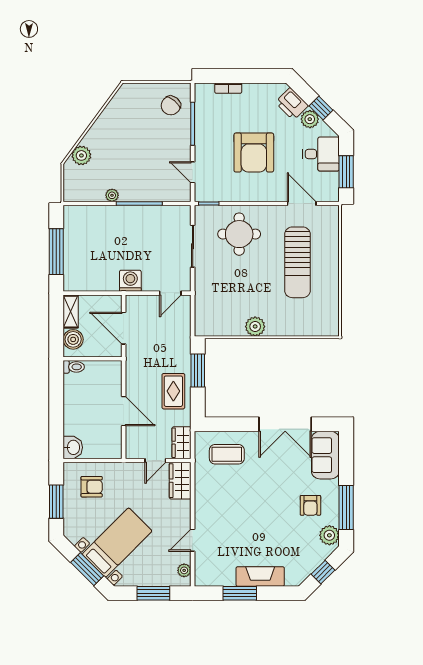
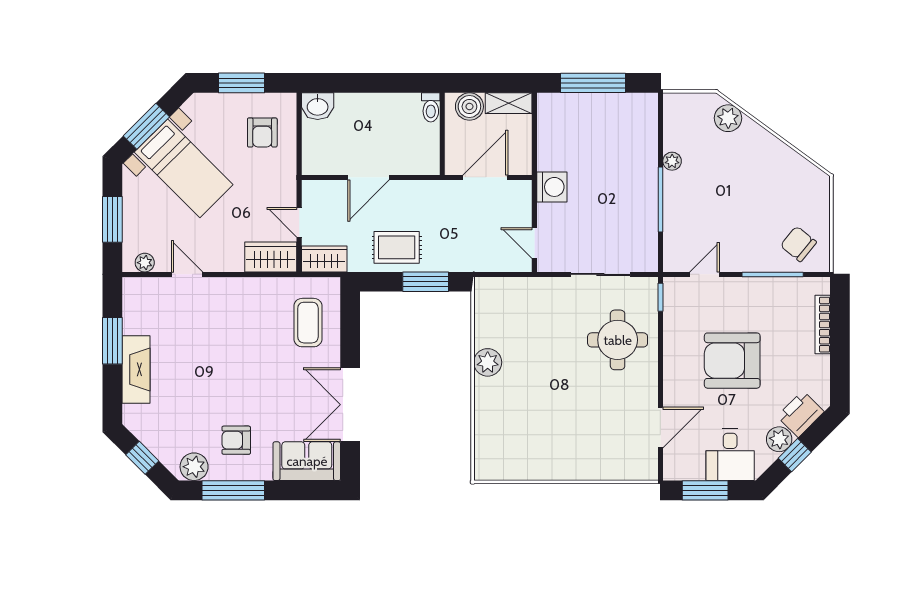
bookcase: (228, 88) -> (823, 325), width x1.56
sun lounger: (297, 262) -> (578, 422), removed

